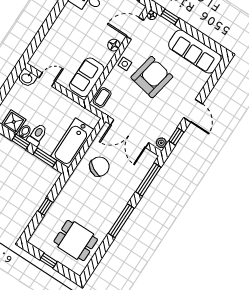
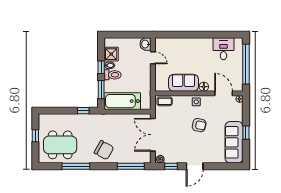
window: (170, 17) -> (246, 133), moved
sofa: (87, 77) -> (184, 83), moved
armchair: (152, 77) -> (199, 125), width x0.53, depth x0.53
chair: (99, 167) -> (104, 150), moved
window: (45, 207) -> (83, 111), moved
window: (121, 221) -> (76, 166), moved
dining table: (76, 240) -> (60, 145), width x1.38

